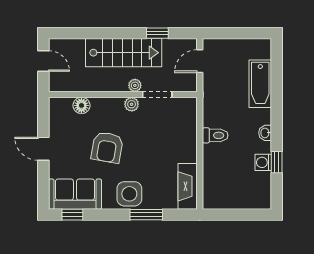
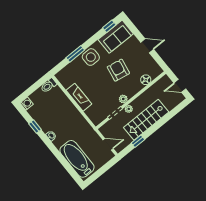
door: (200, 61) -> (108, 144), hinge flipped
bathtub: (260, 84) -> (77, 159), width x1.36, depth x1.36
toilet: (215, 135) -> (49, 85), moved
washing machine: (263, 162) -> (27, 104), moved
fireplace: (188, 186) -> (79, 97), moved

